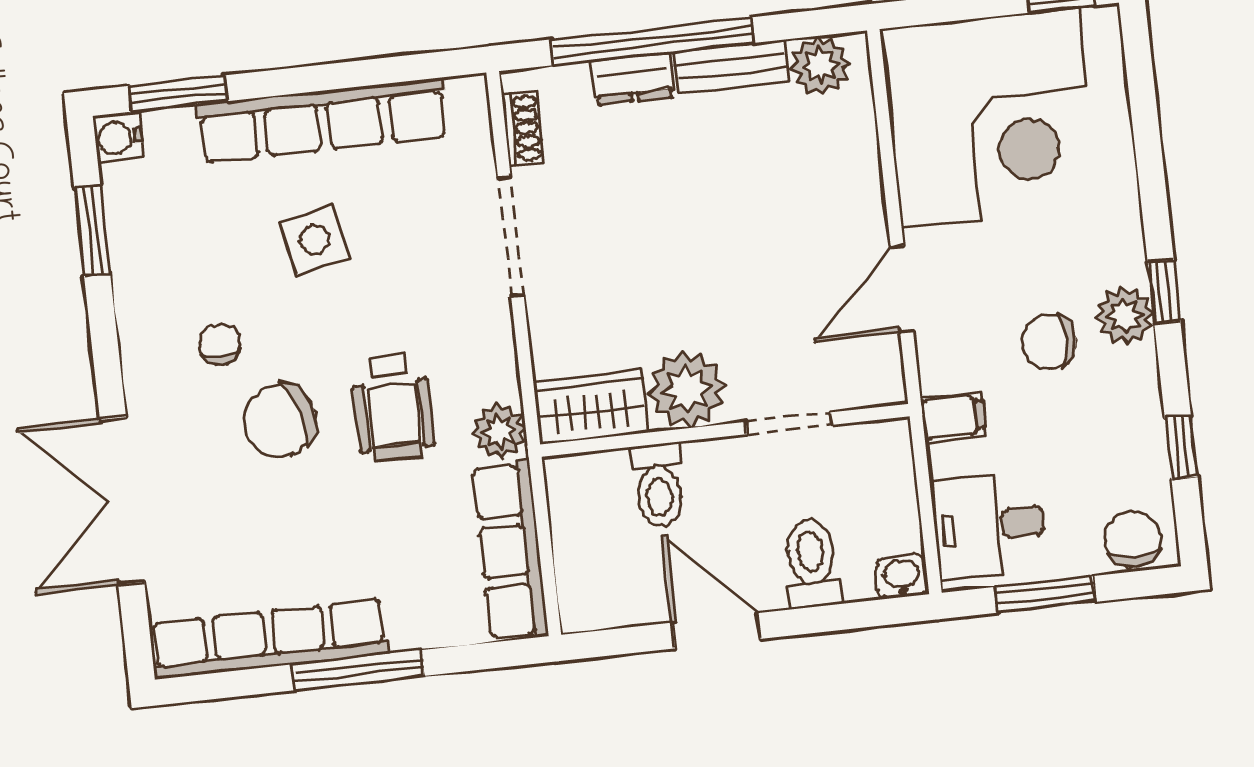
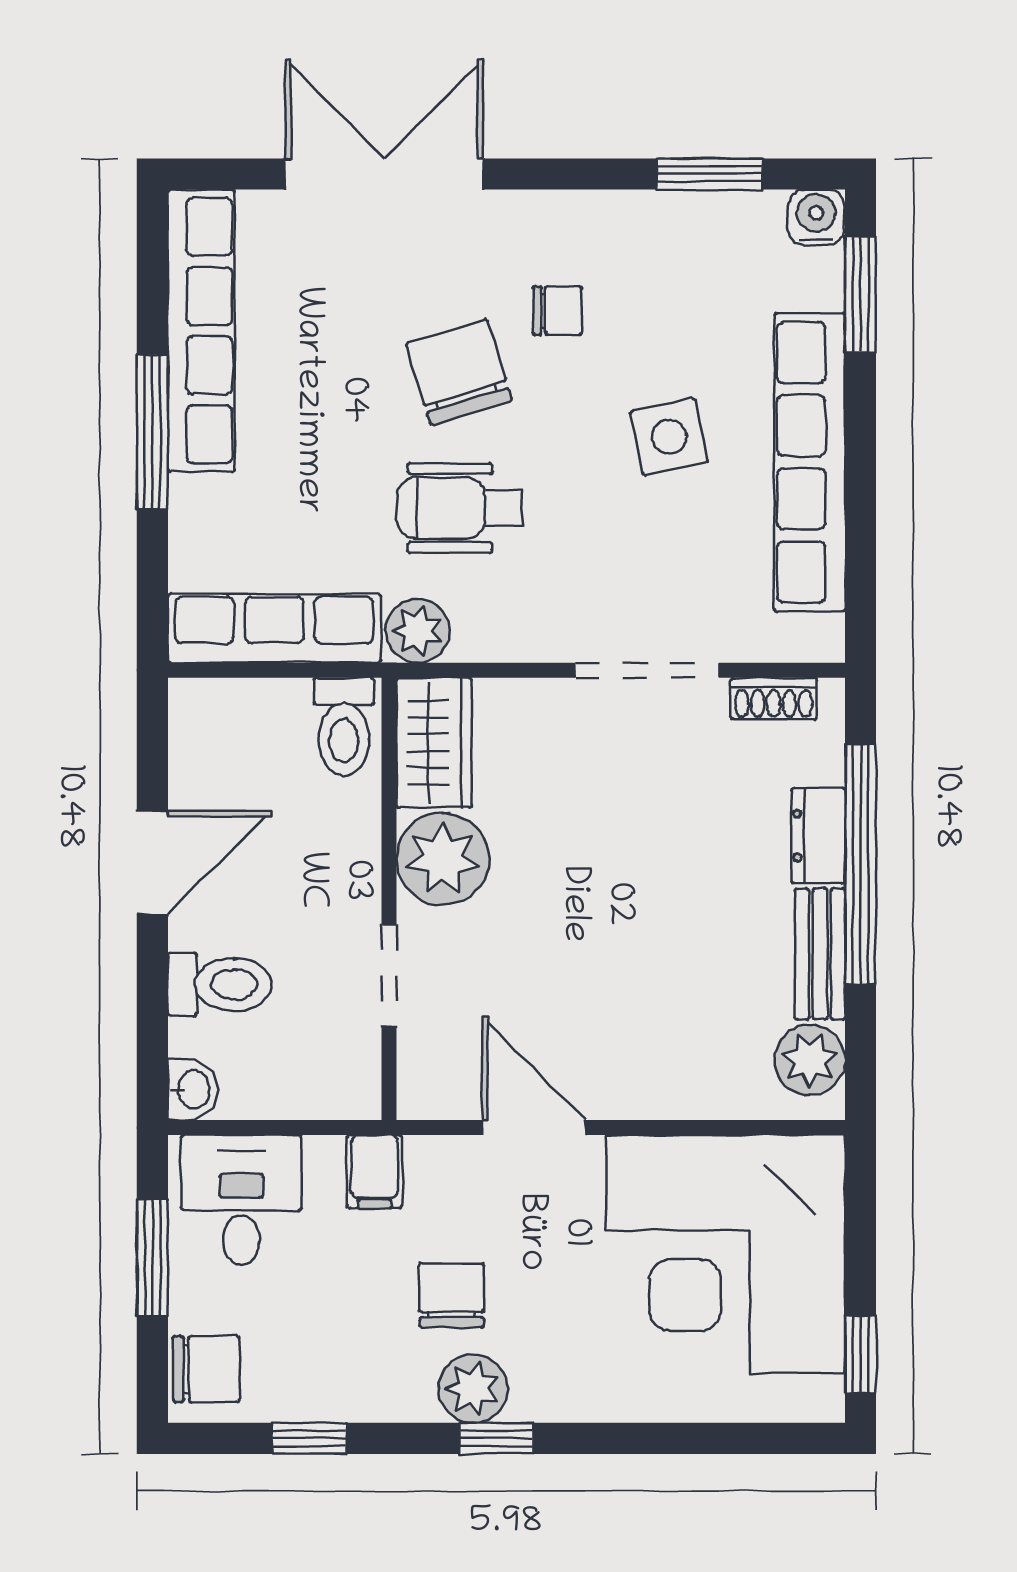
toilet: (659, 485) -> (344, 727), moved, turned -90

